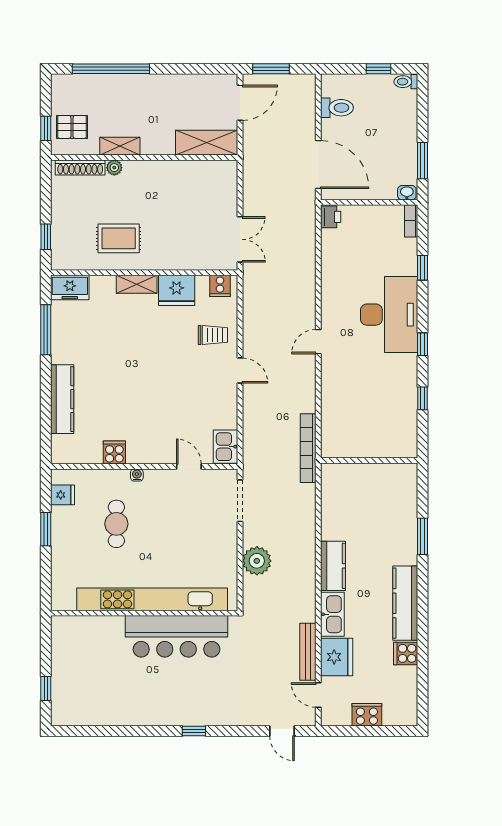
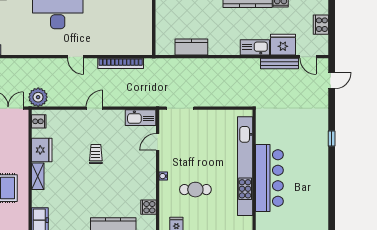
trolley: (213, 335) -> (96, 154), moved
kitchen sink: (226, 447) -> (140, 118), width x1.38
bookcase: (308, 448) -> (121, 63), moved
cooker: (114, 453) -> (148, 207), moved
plant: (257, 561) -> (38, 97), moved
kitchen counter: (333, 566) -> (191, 47), moved
bar counter: (176, 636) -> (269, 178), moved
door: (318, 695) -> (308, 57), hinge flipped

